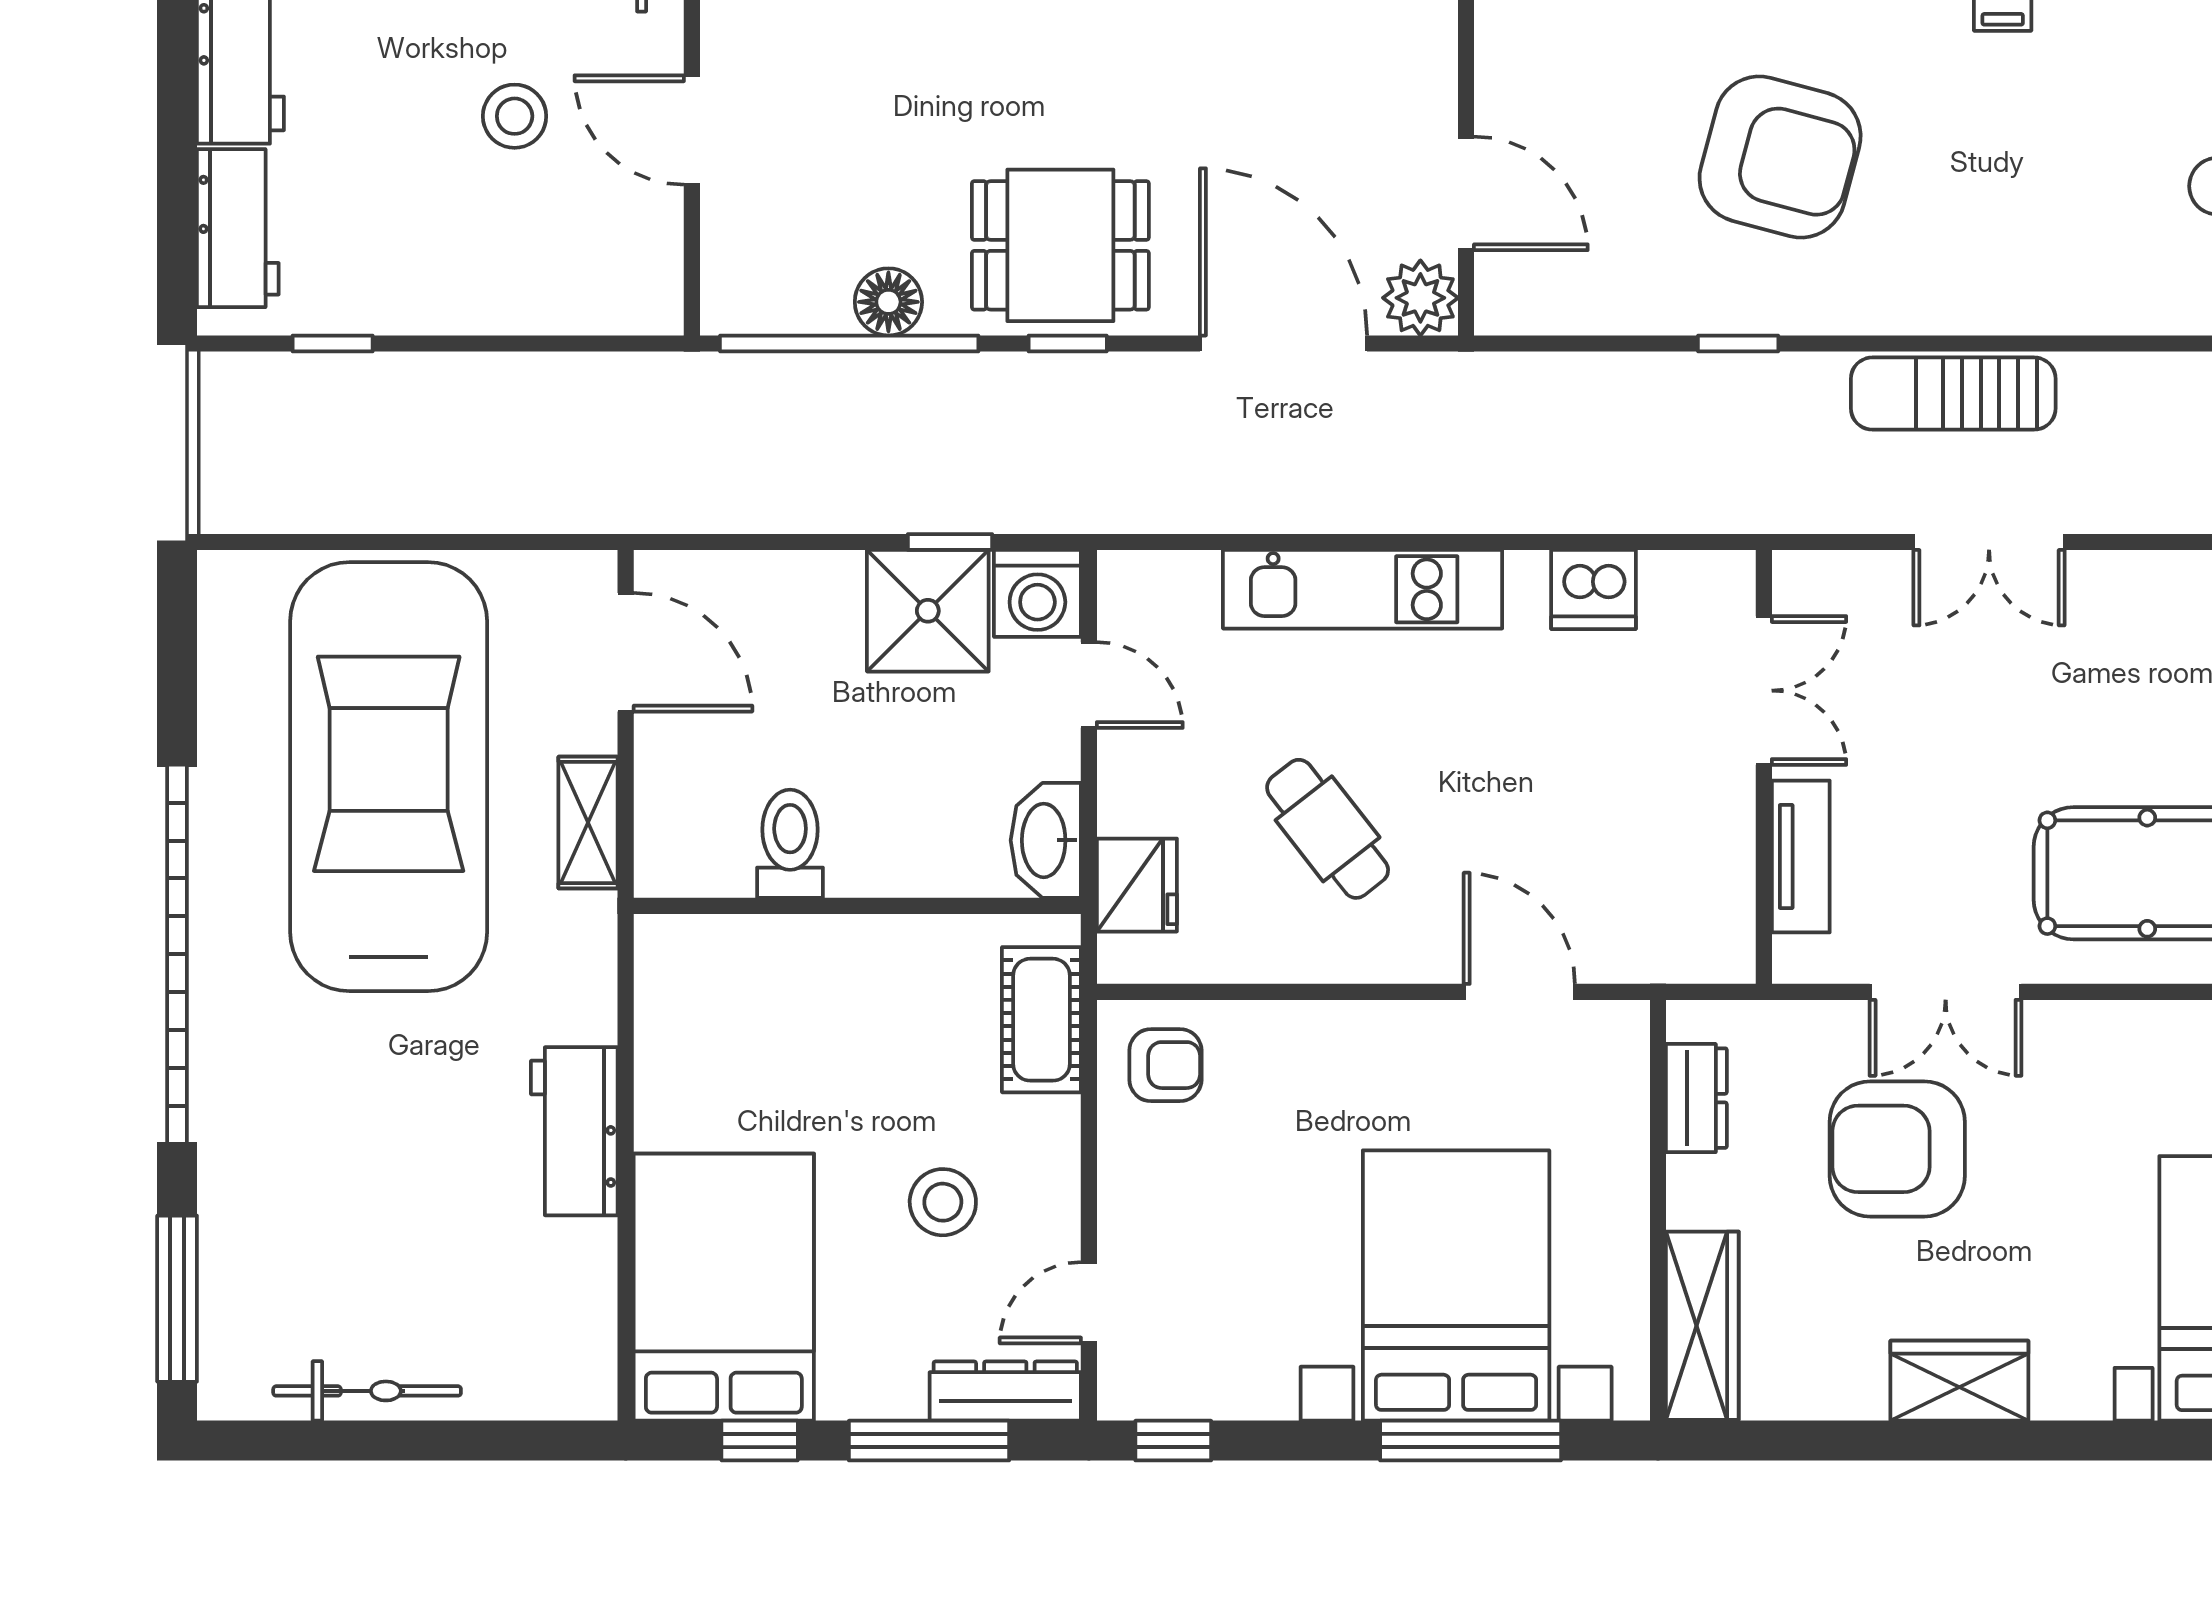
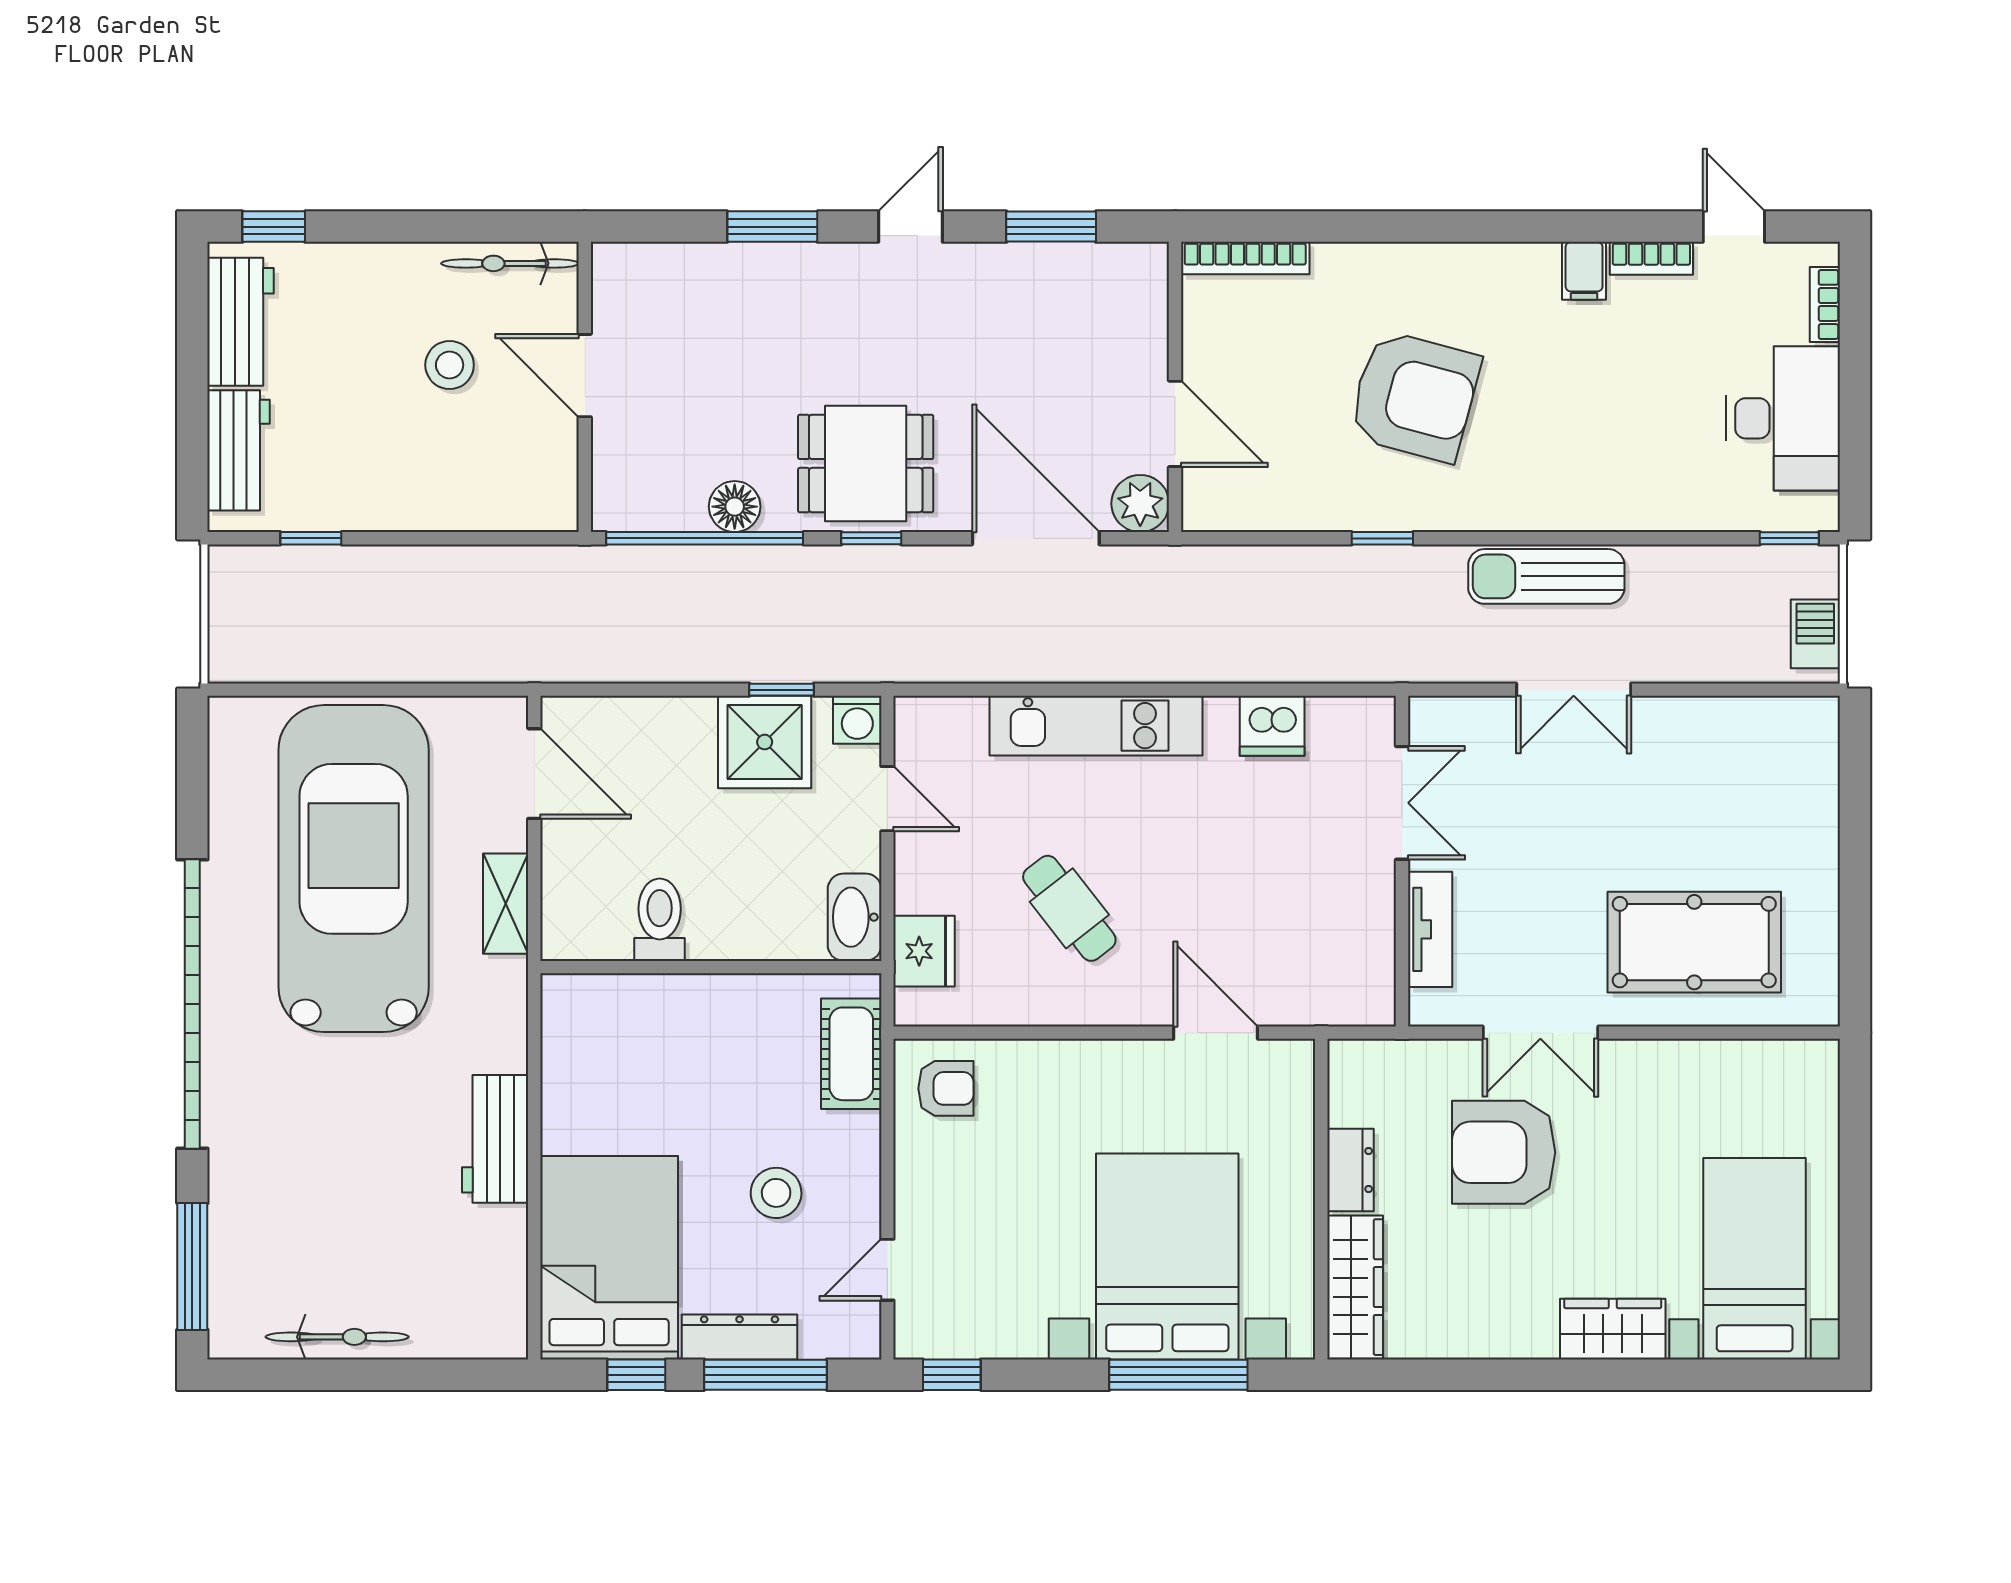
washing machine: (1037, 593) -> (857, 720), width x0.73, depth x0.73
dresser: (1696, 1098) -> (1351, 1170), moved
wardrobe: (1959, 1381) -> (1613, 1329), moved
dresser: (1005, 1391) -> (740, 1337), moved

